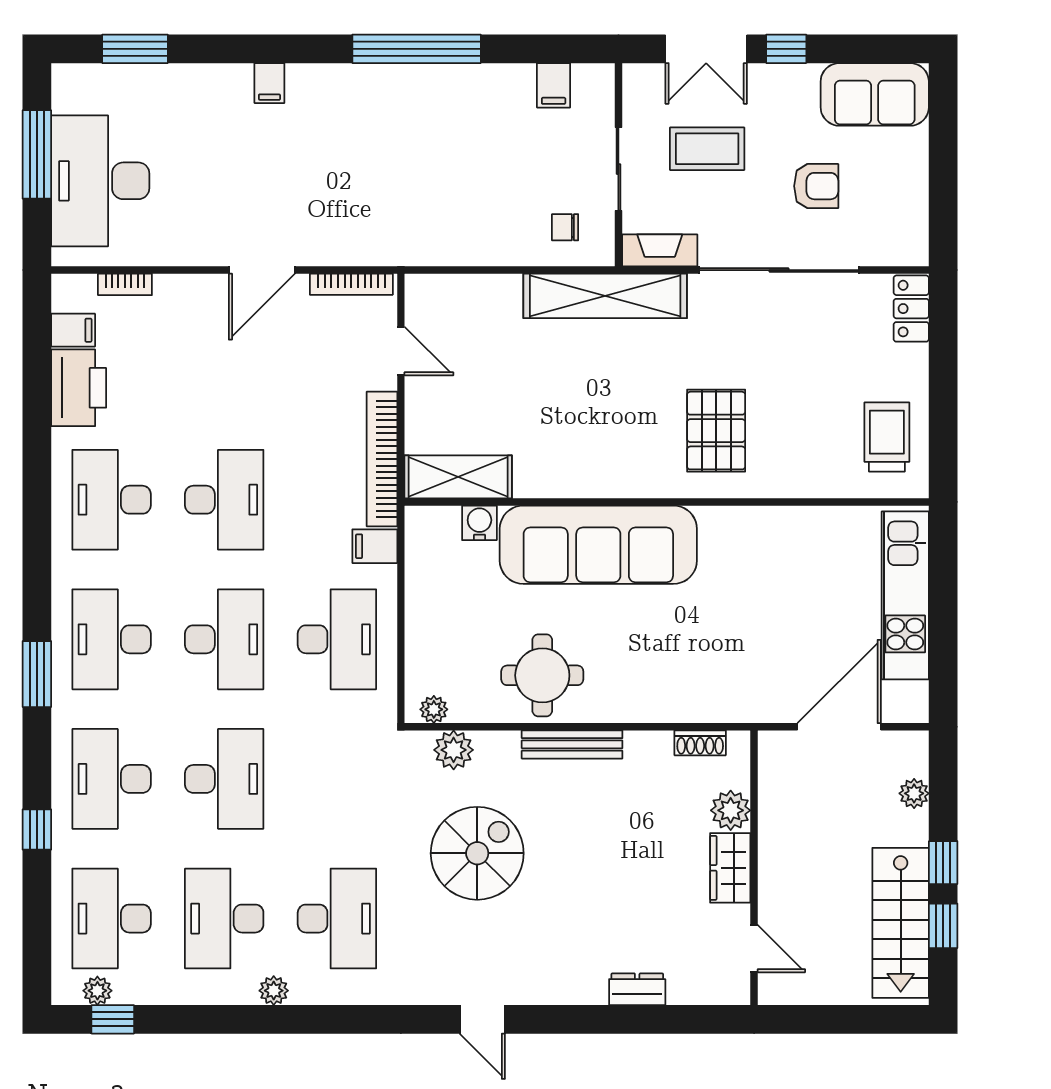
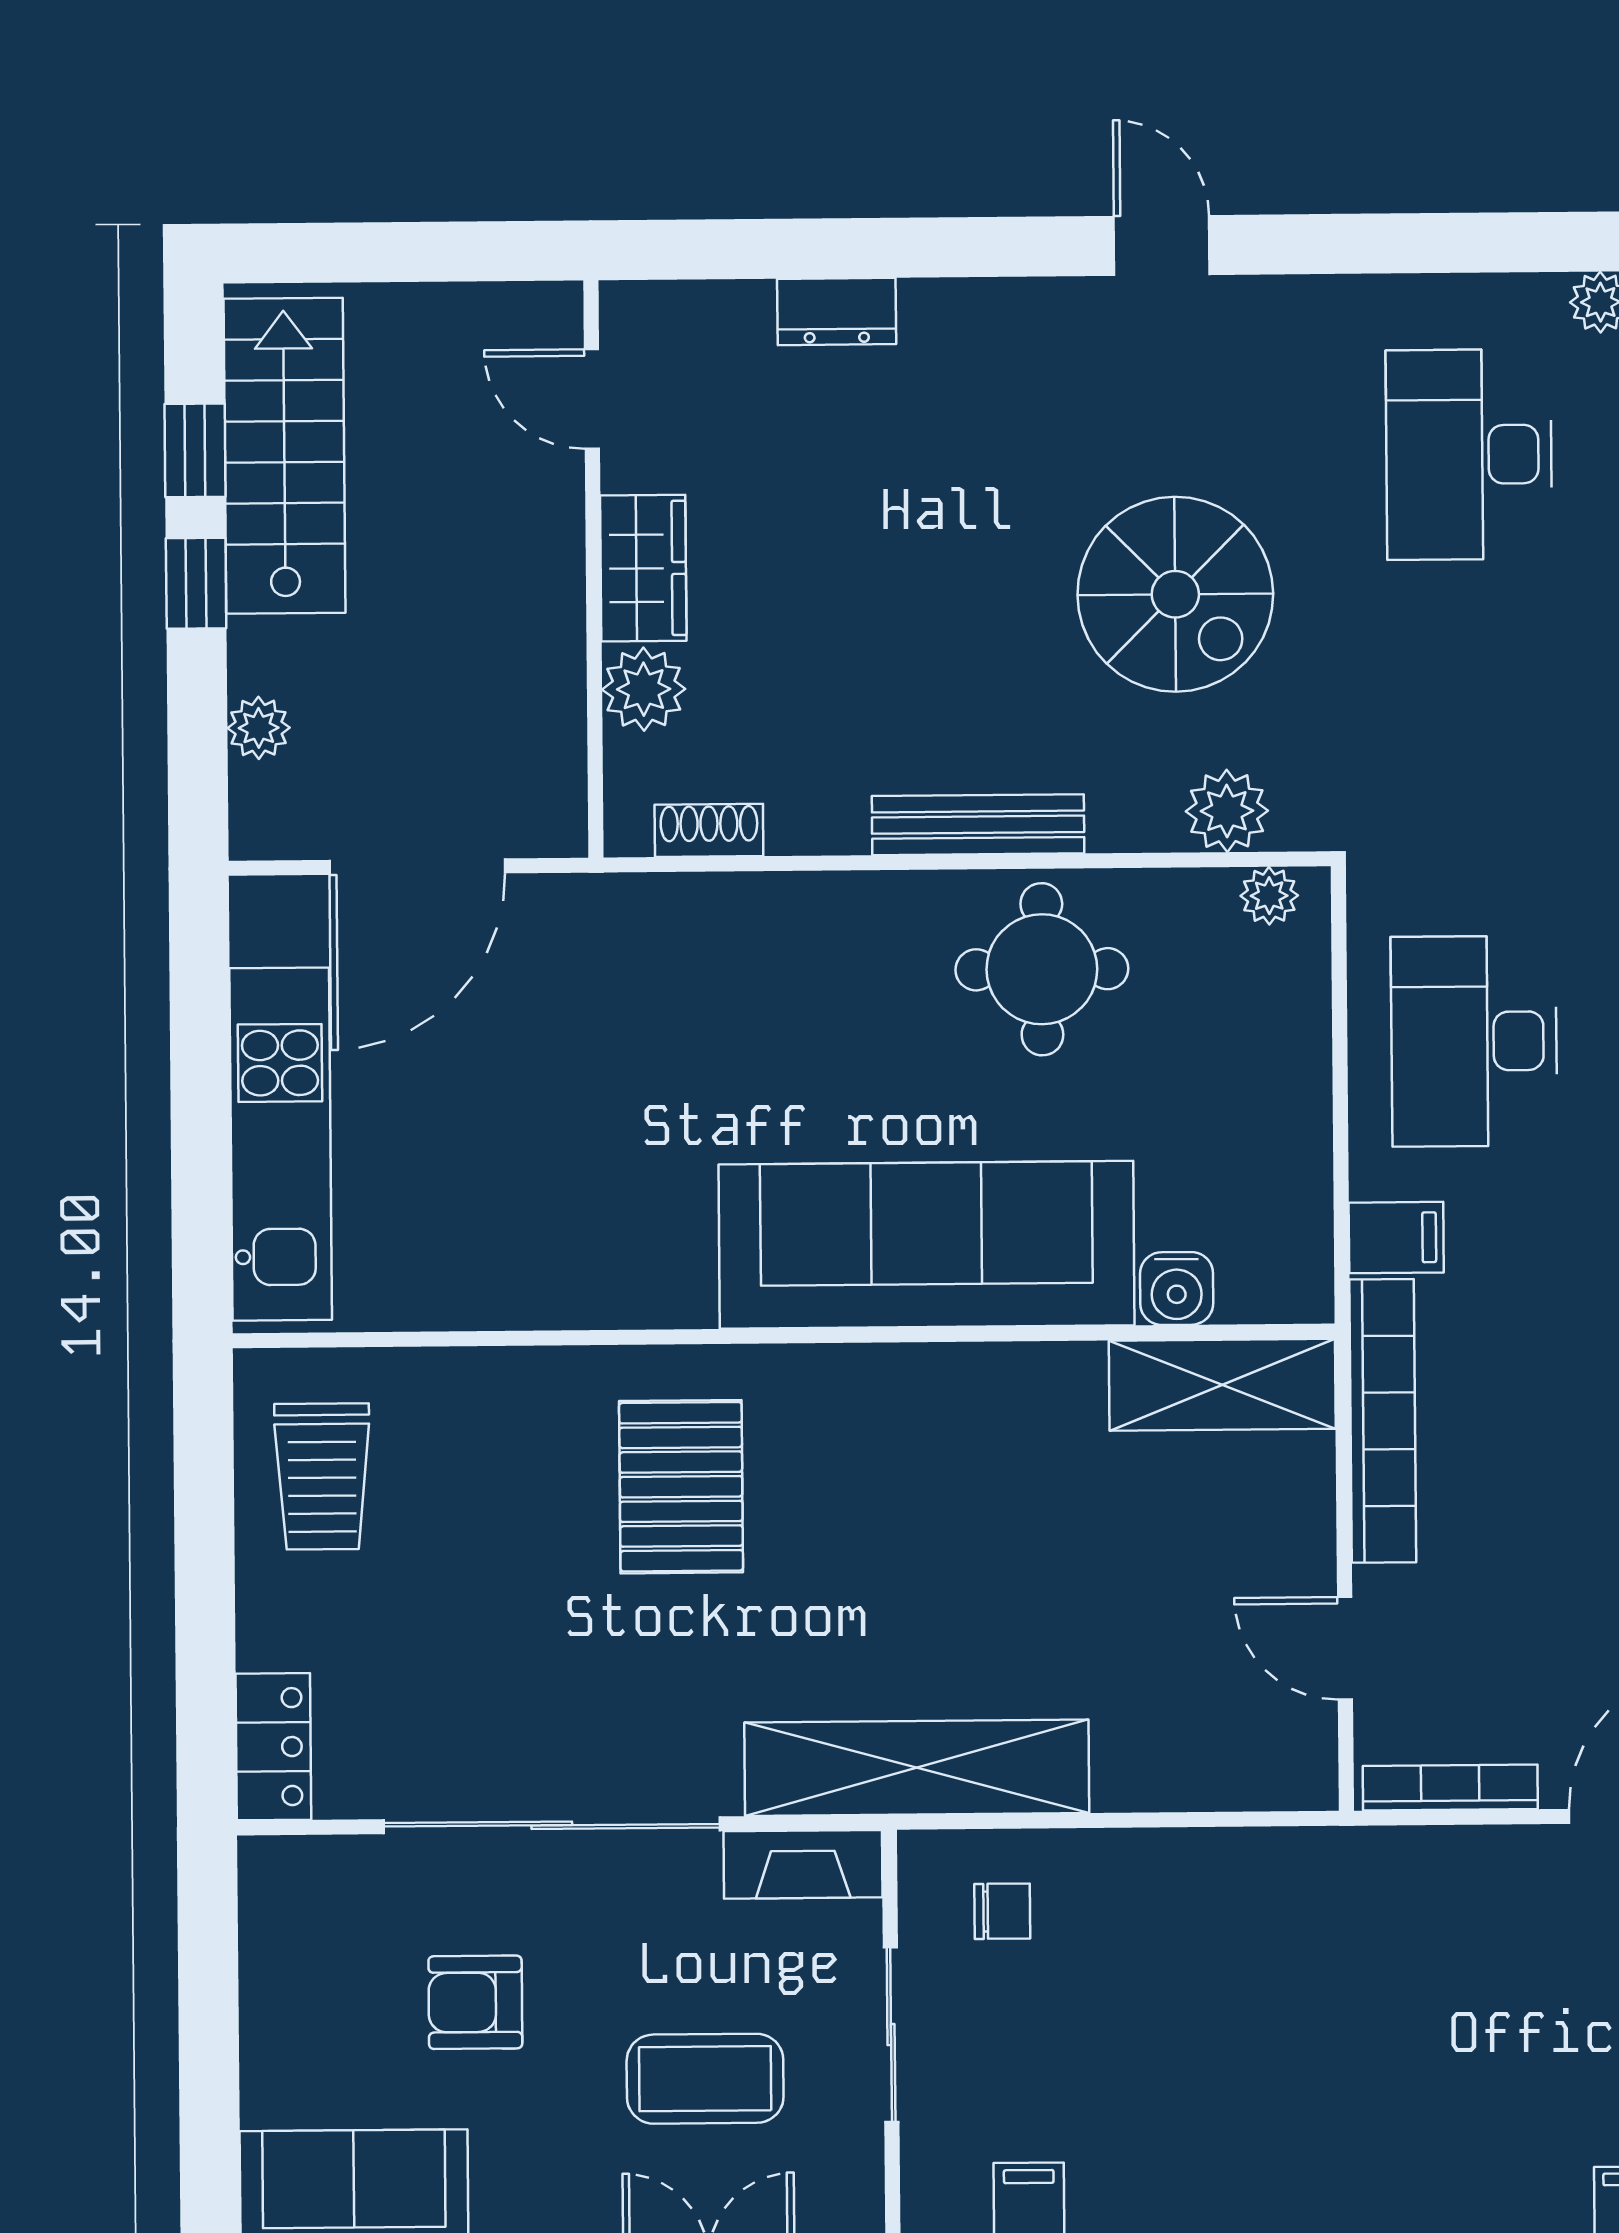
spiral stairs: (477, 853) -> (1175, 594), turned -90

